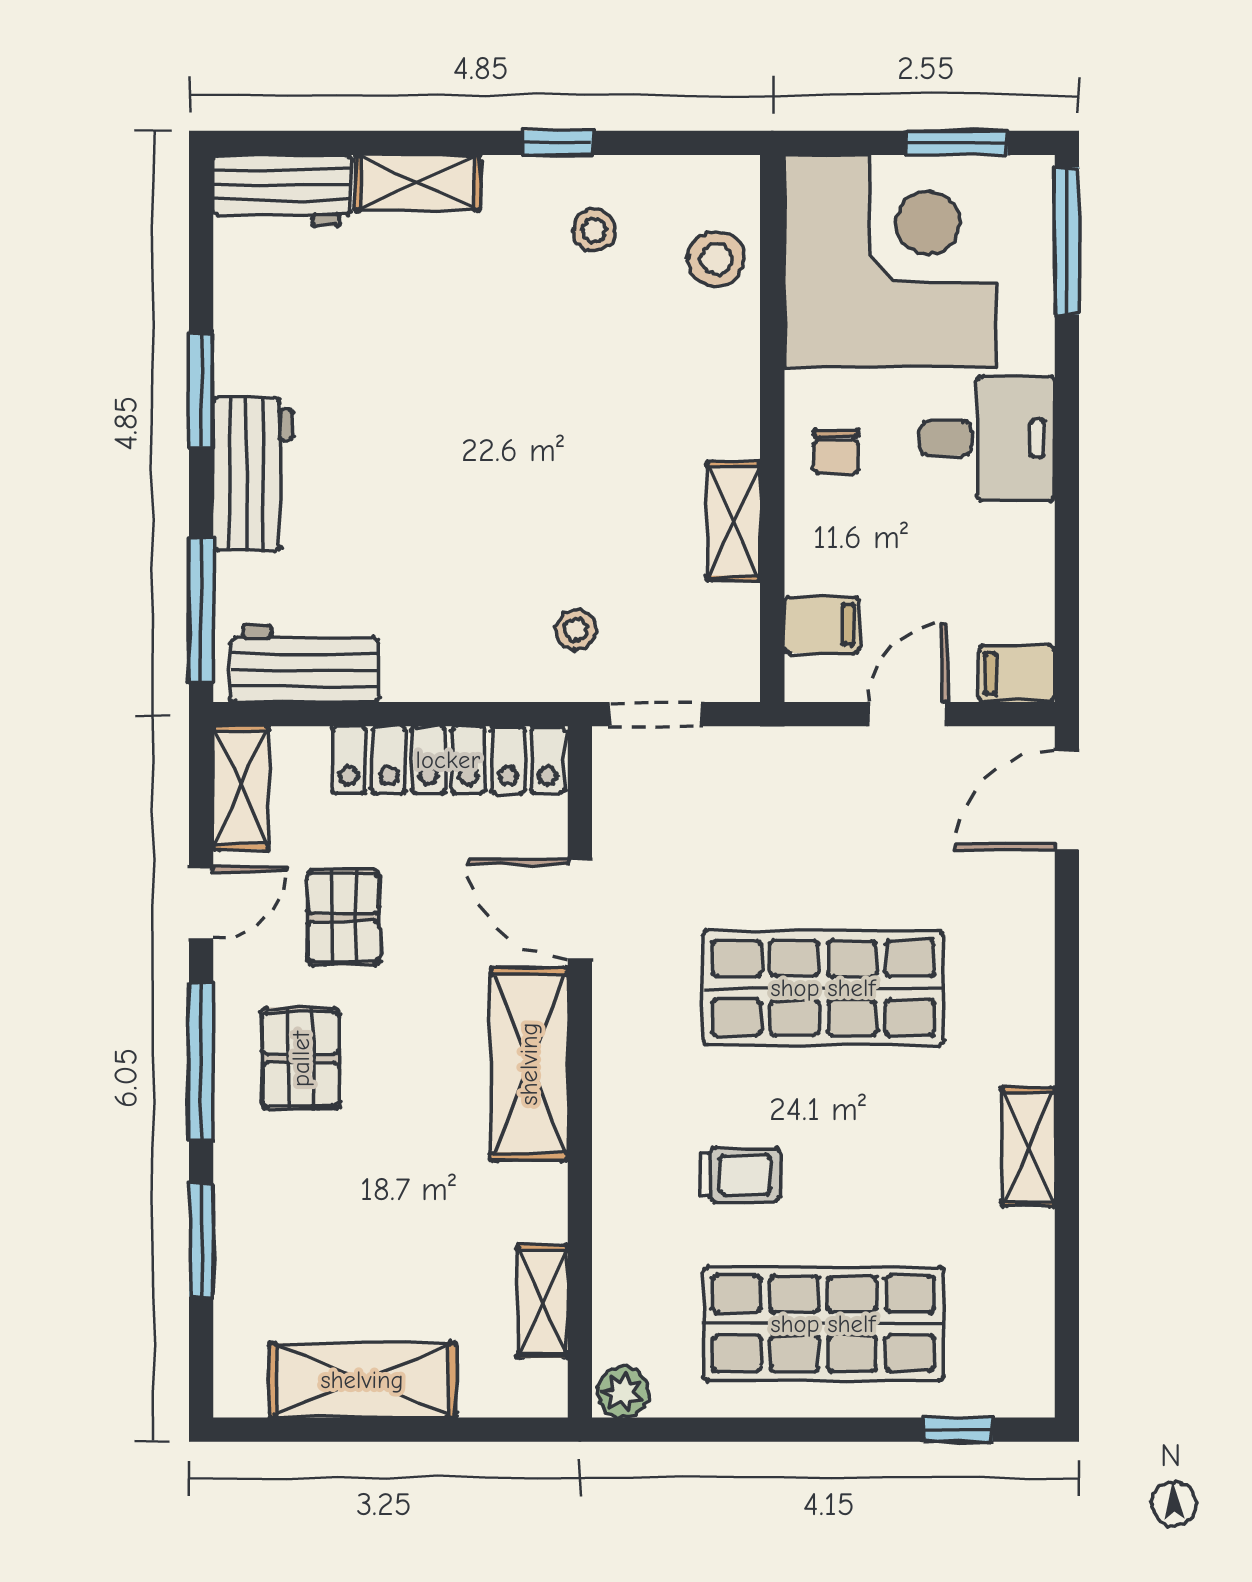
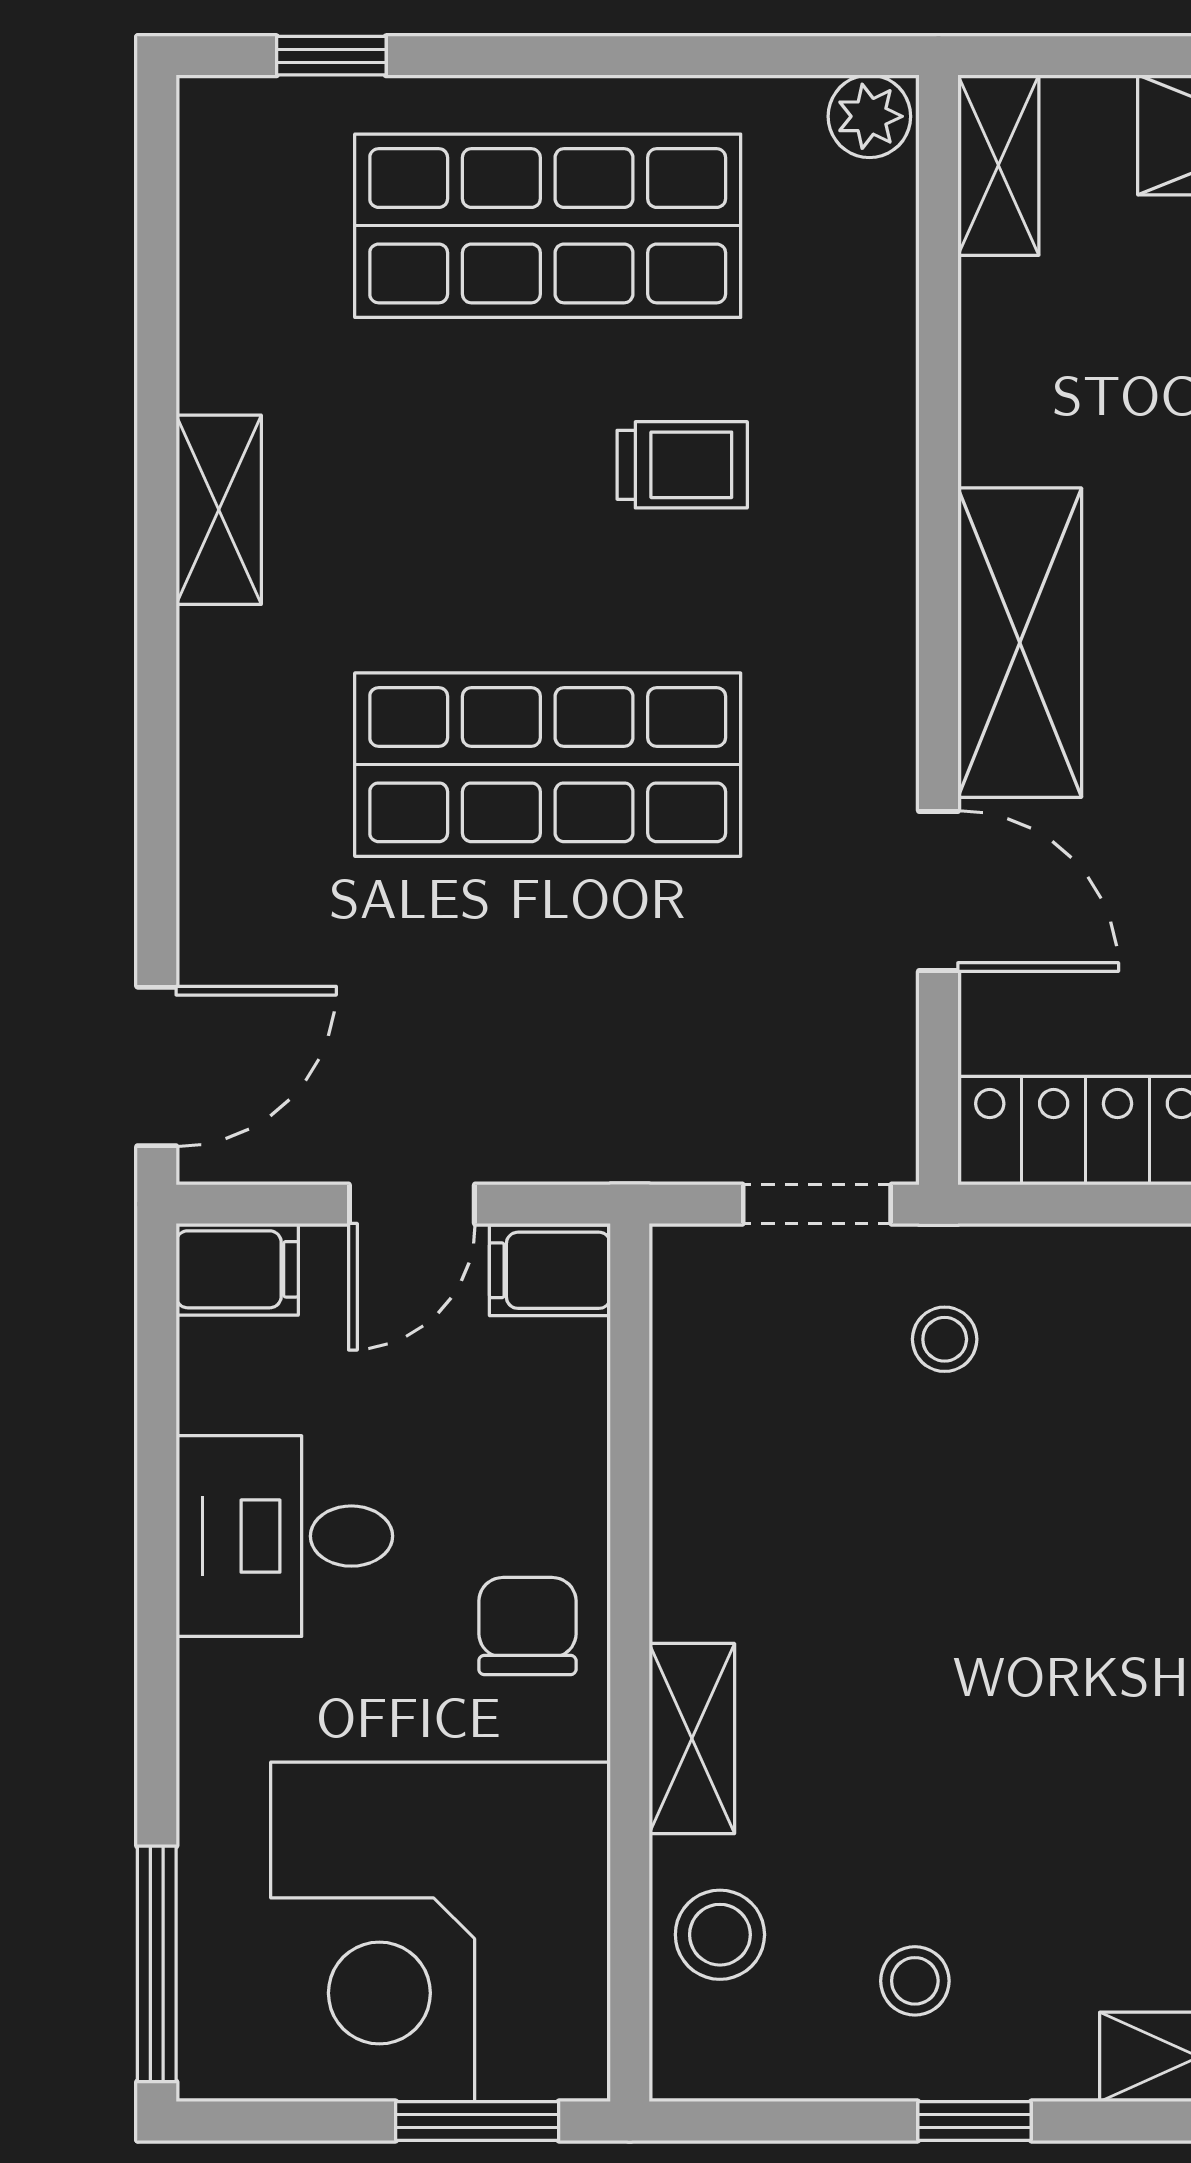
window: (957, 143) -> (477, 2121), moved
desk: (987, 438) -> (284, 1536), moved
chair: (836, 451) -> (527, 1626), width x1.37, depth x1.37
shelving: (734, 521) -> (692, 1739), moved
filing cabinet: (822, 625) -> (550, 1270), moved
trolley: (740, 1175) -> (682, 465), turned 180
shelving: (543, 1301) -> (998, 165), moved

